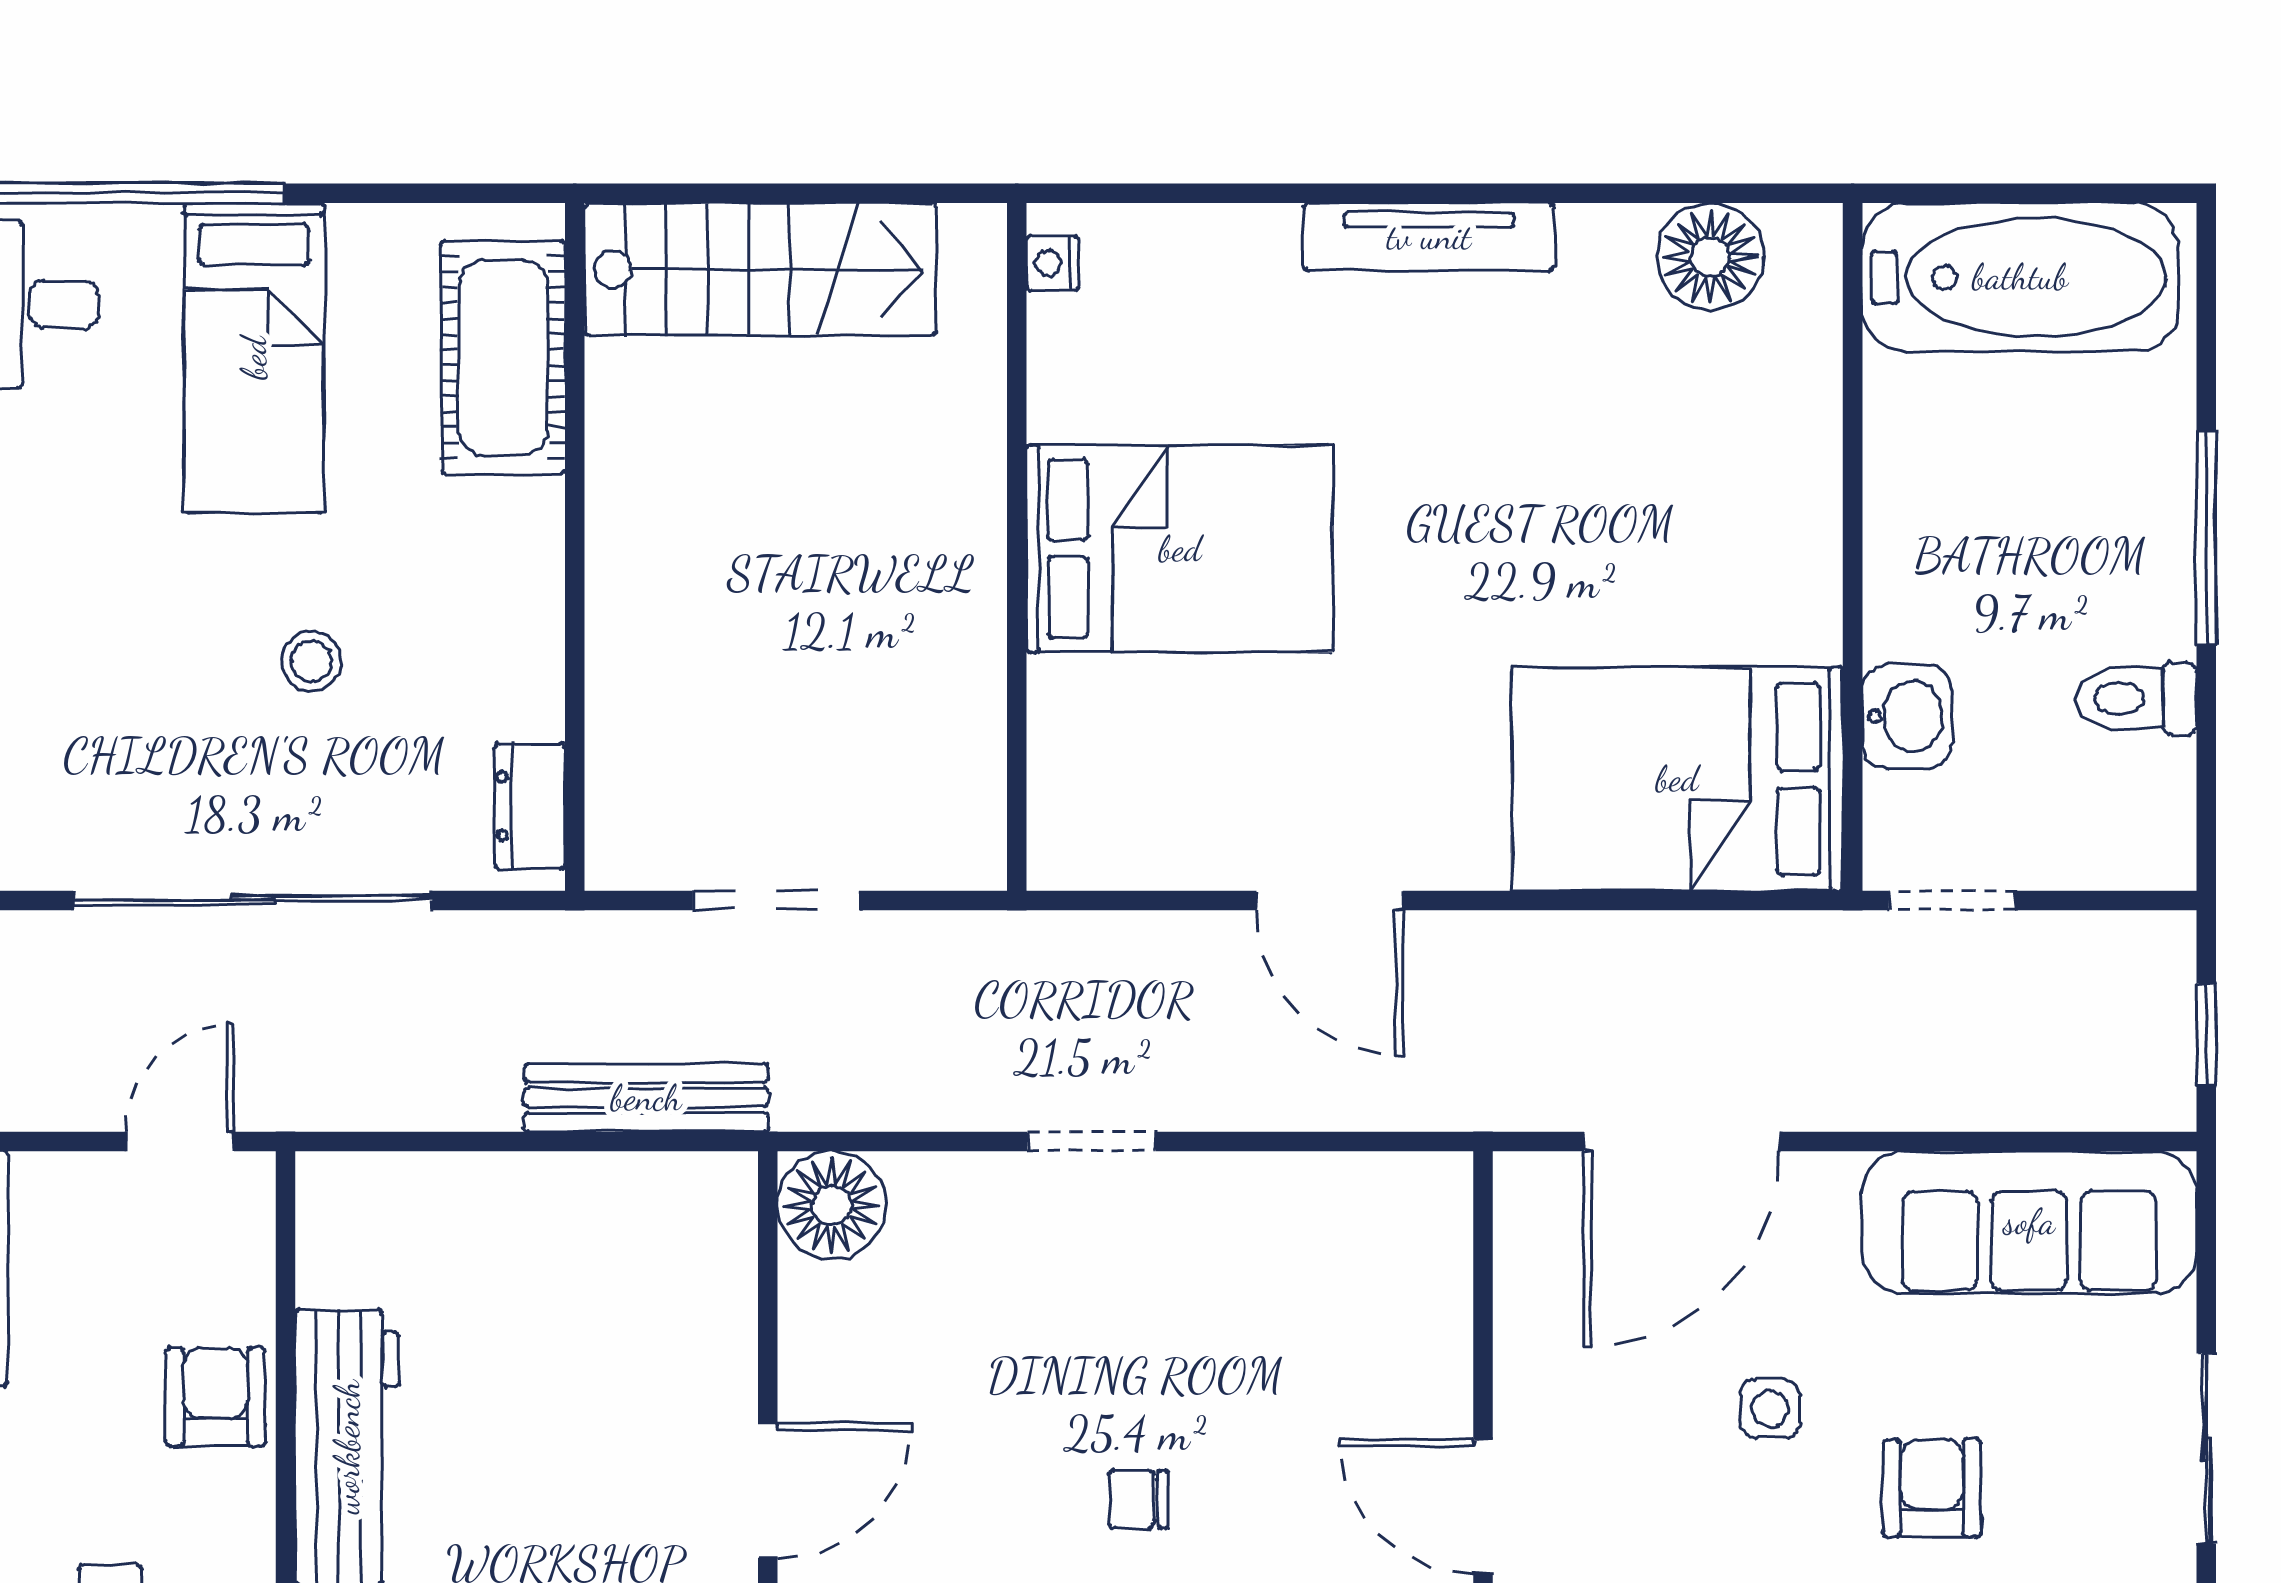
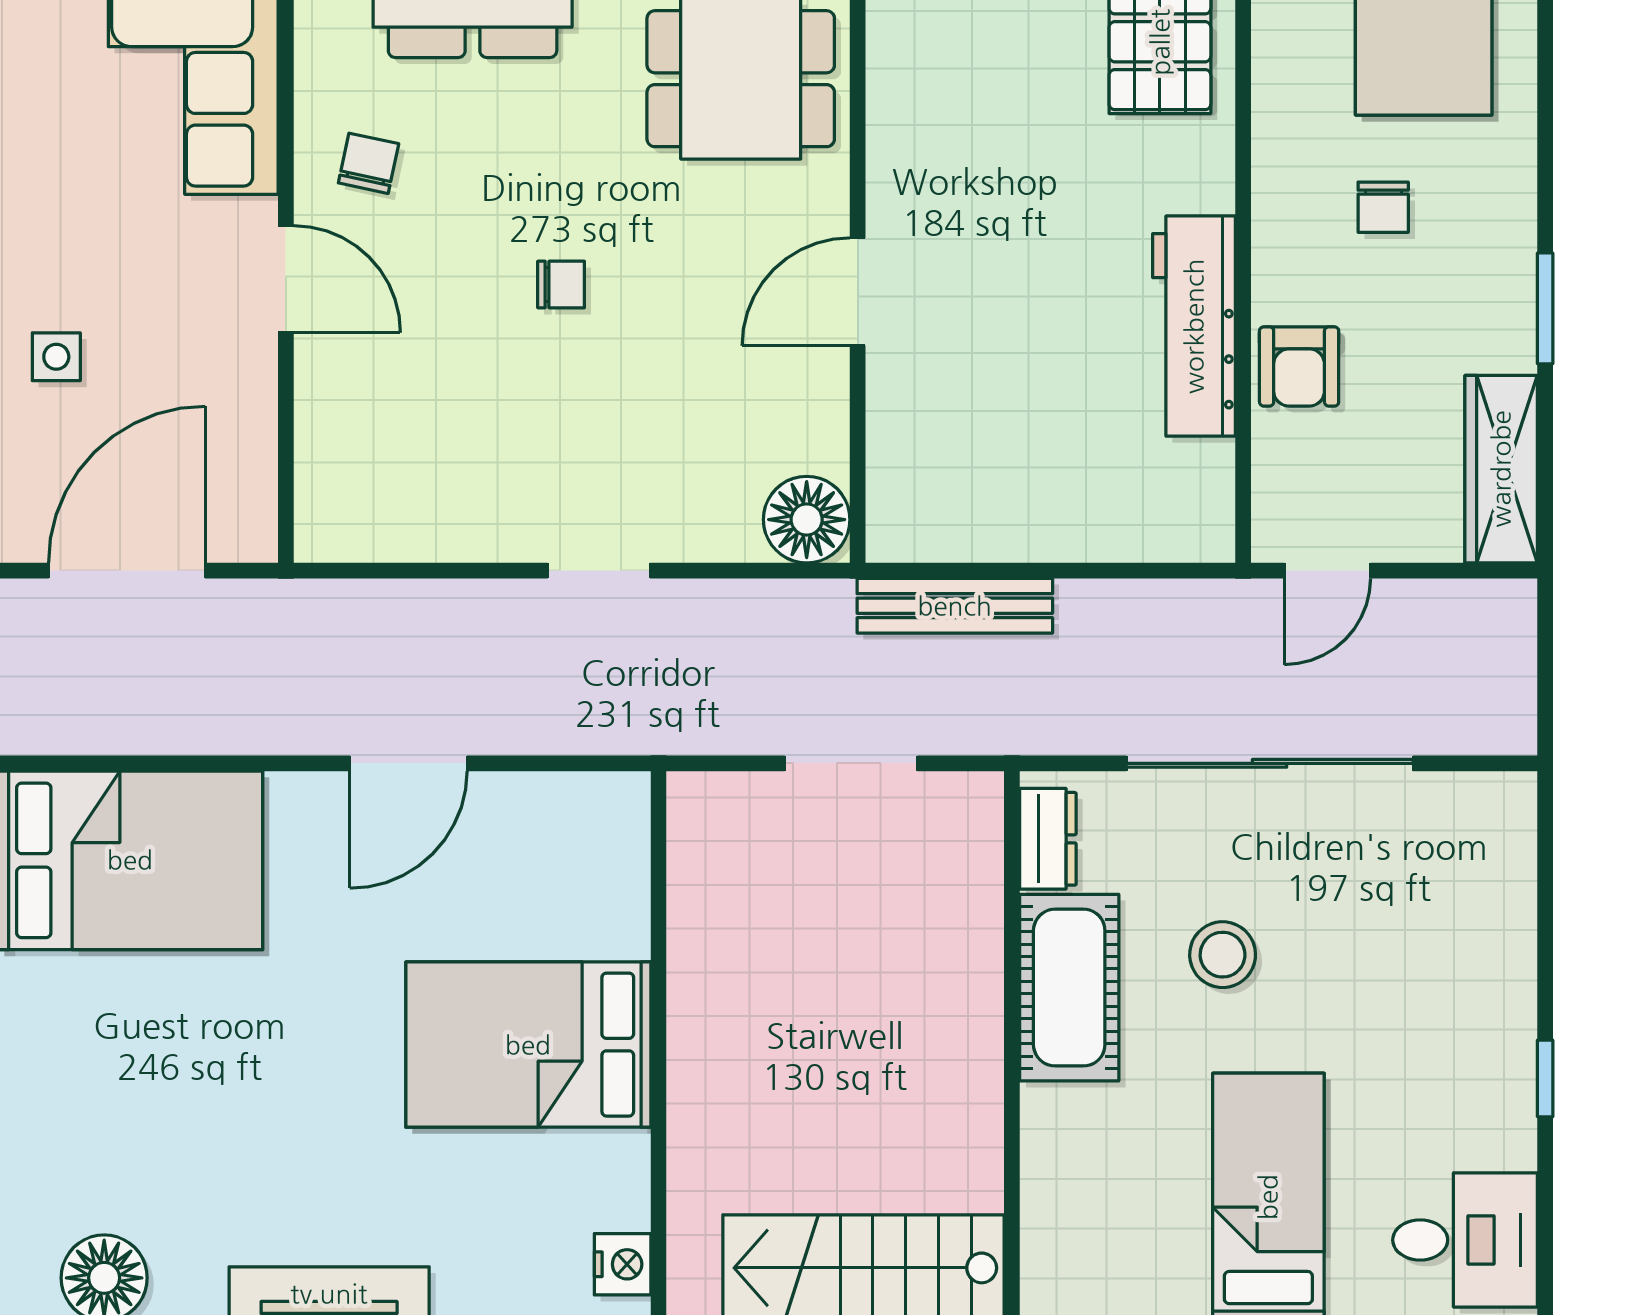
nightstand: (1053, 263) -> (623, 1264), width x1.39, depth x1.35
cot: (503, 357) -> (1069, 988), moved
stool: (311, 661) -> (1223, 955), width x1.37, depth x1.37
door: (1330, 900) -> (408, 763), swing flipped

